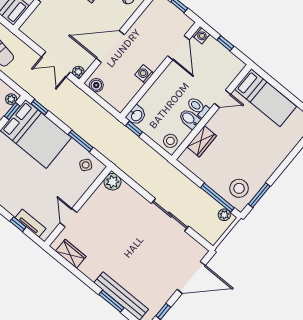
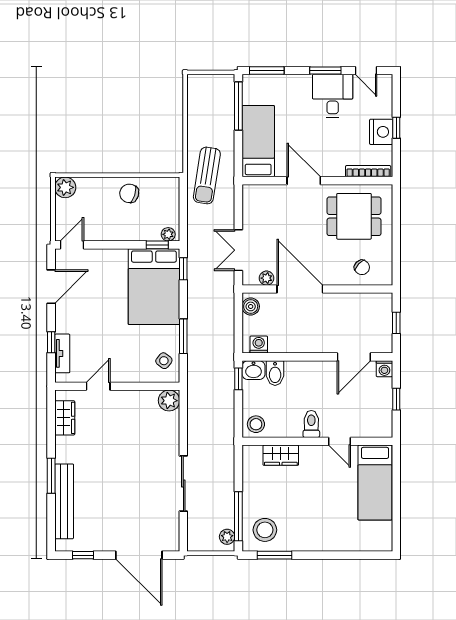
plant: (78, 72) -> (267, 278), moved
washing machine: (144, 74) -> (259, 345), moved
bidet: (189, 119) -> (275, 373), moved, turned 180
window: (111, 301) -> (51, 476), moved

